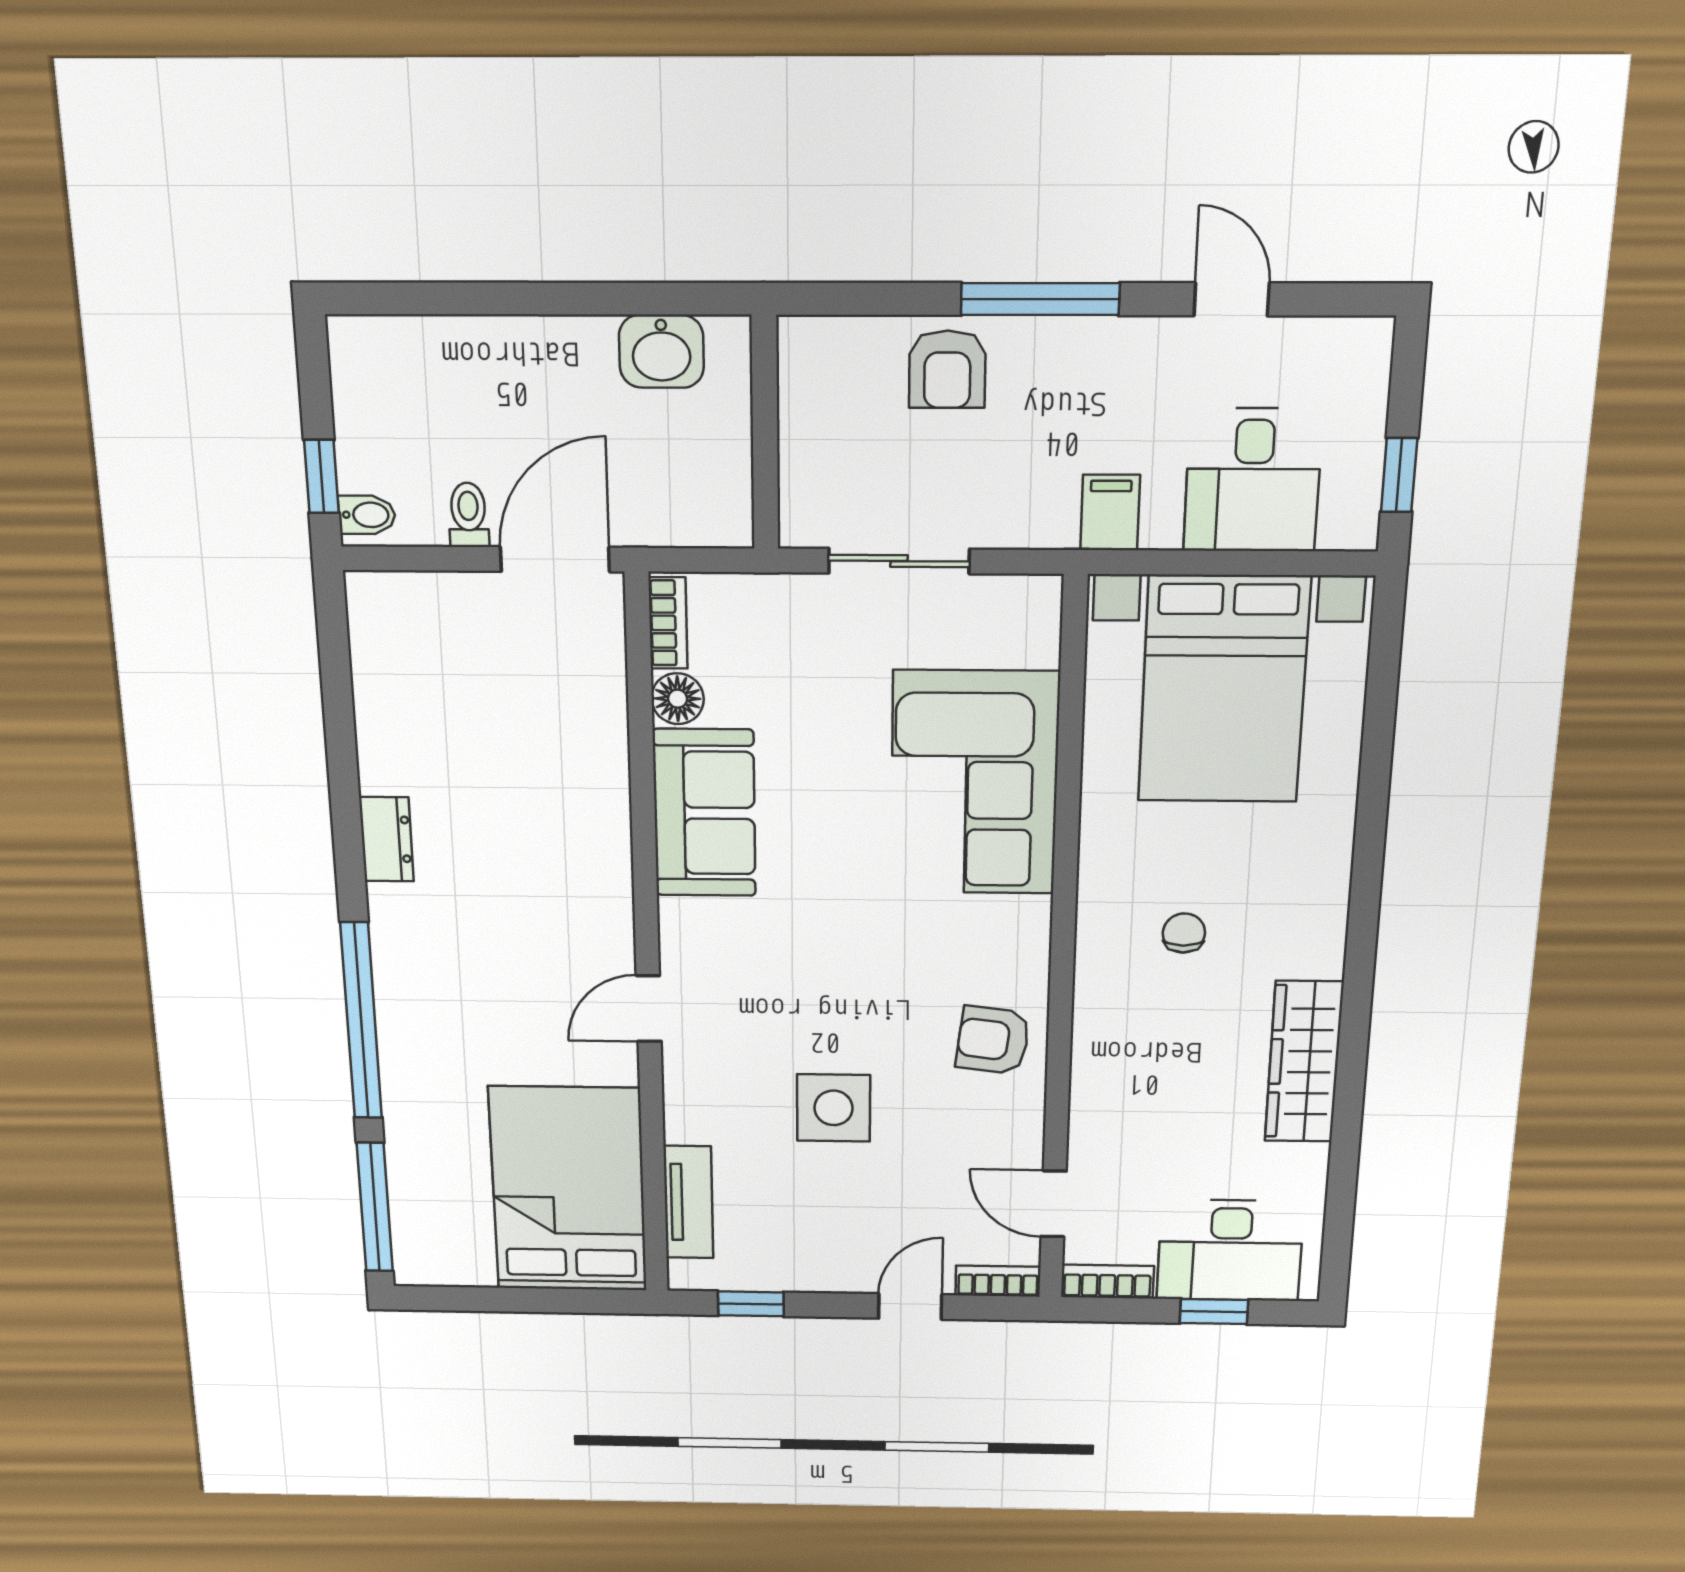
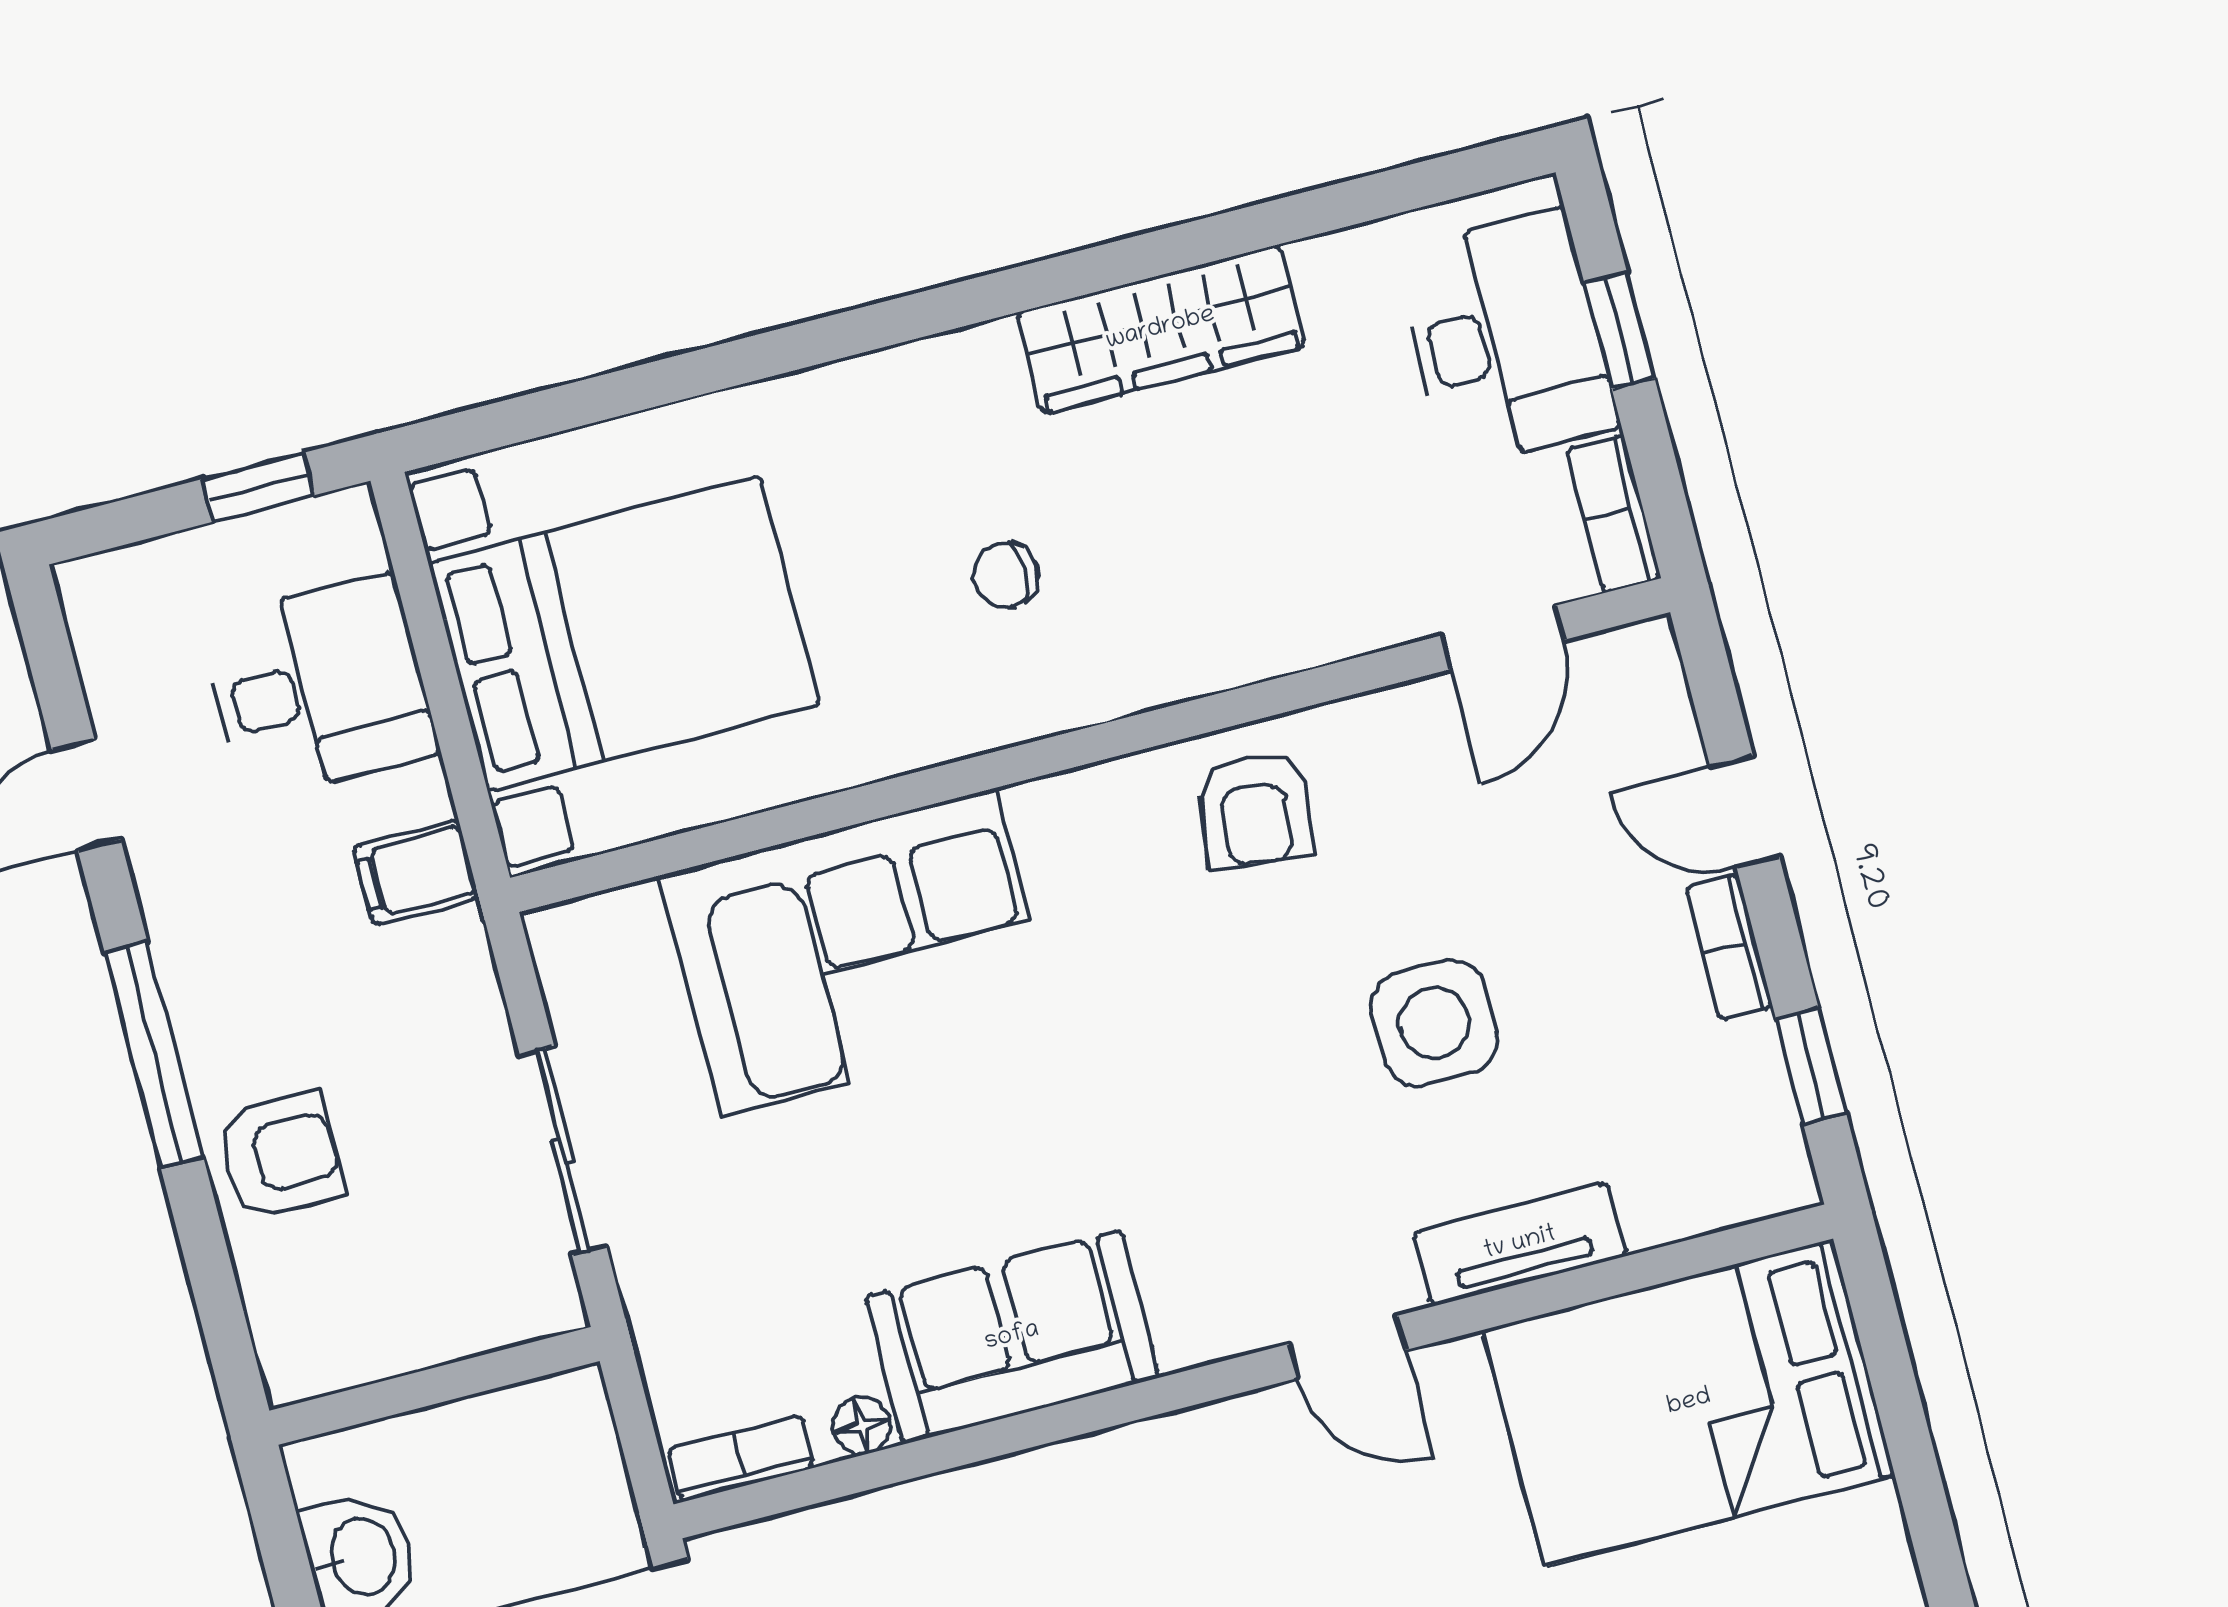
floor lamp: (678, 699) -> (862, 1426), width x0.73, depth x0.73
tv unit: (688, 1202) -> (1520, 1244), moved
bookcase: (998, 1281) -> (1729, 947), moved

